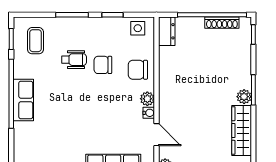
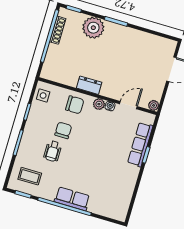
dresser: (167, 31) -> (89, 85), moved
wheelchair: (74, 60) -> (53, 151), turned 180
chair: (103, 65) -> (63, 130), turned 180
chair: (138, 70) -> (75, 105), turned -90
plant: (244, 97) -> (93, 28), moved, width x1.88, depth x1.88
wardrobe: (242, 131) -> (144, 39), removed

